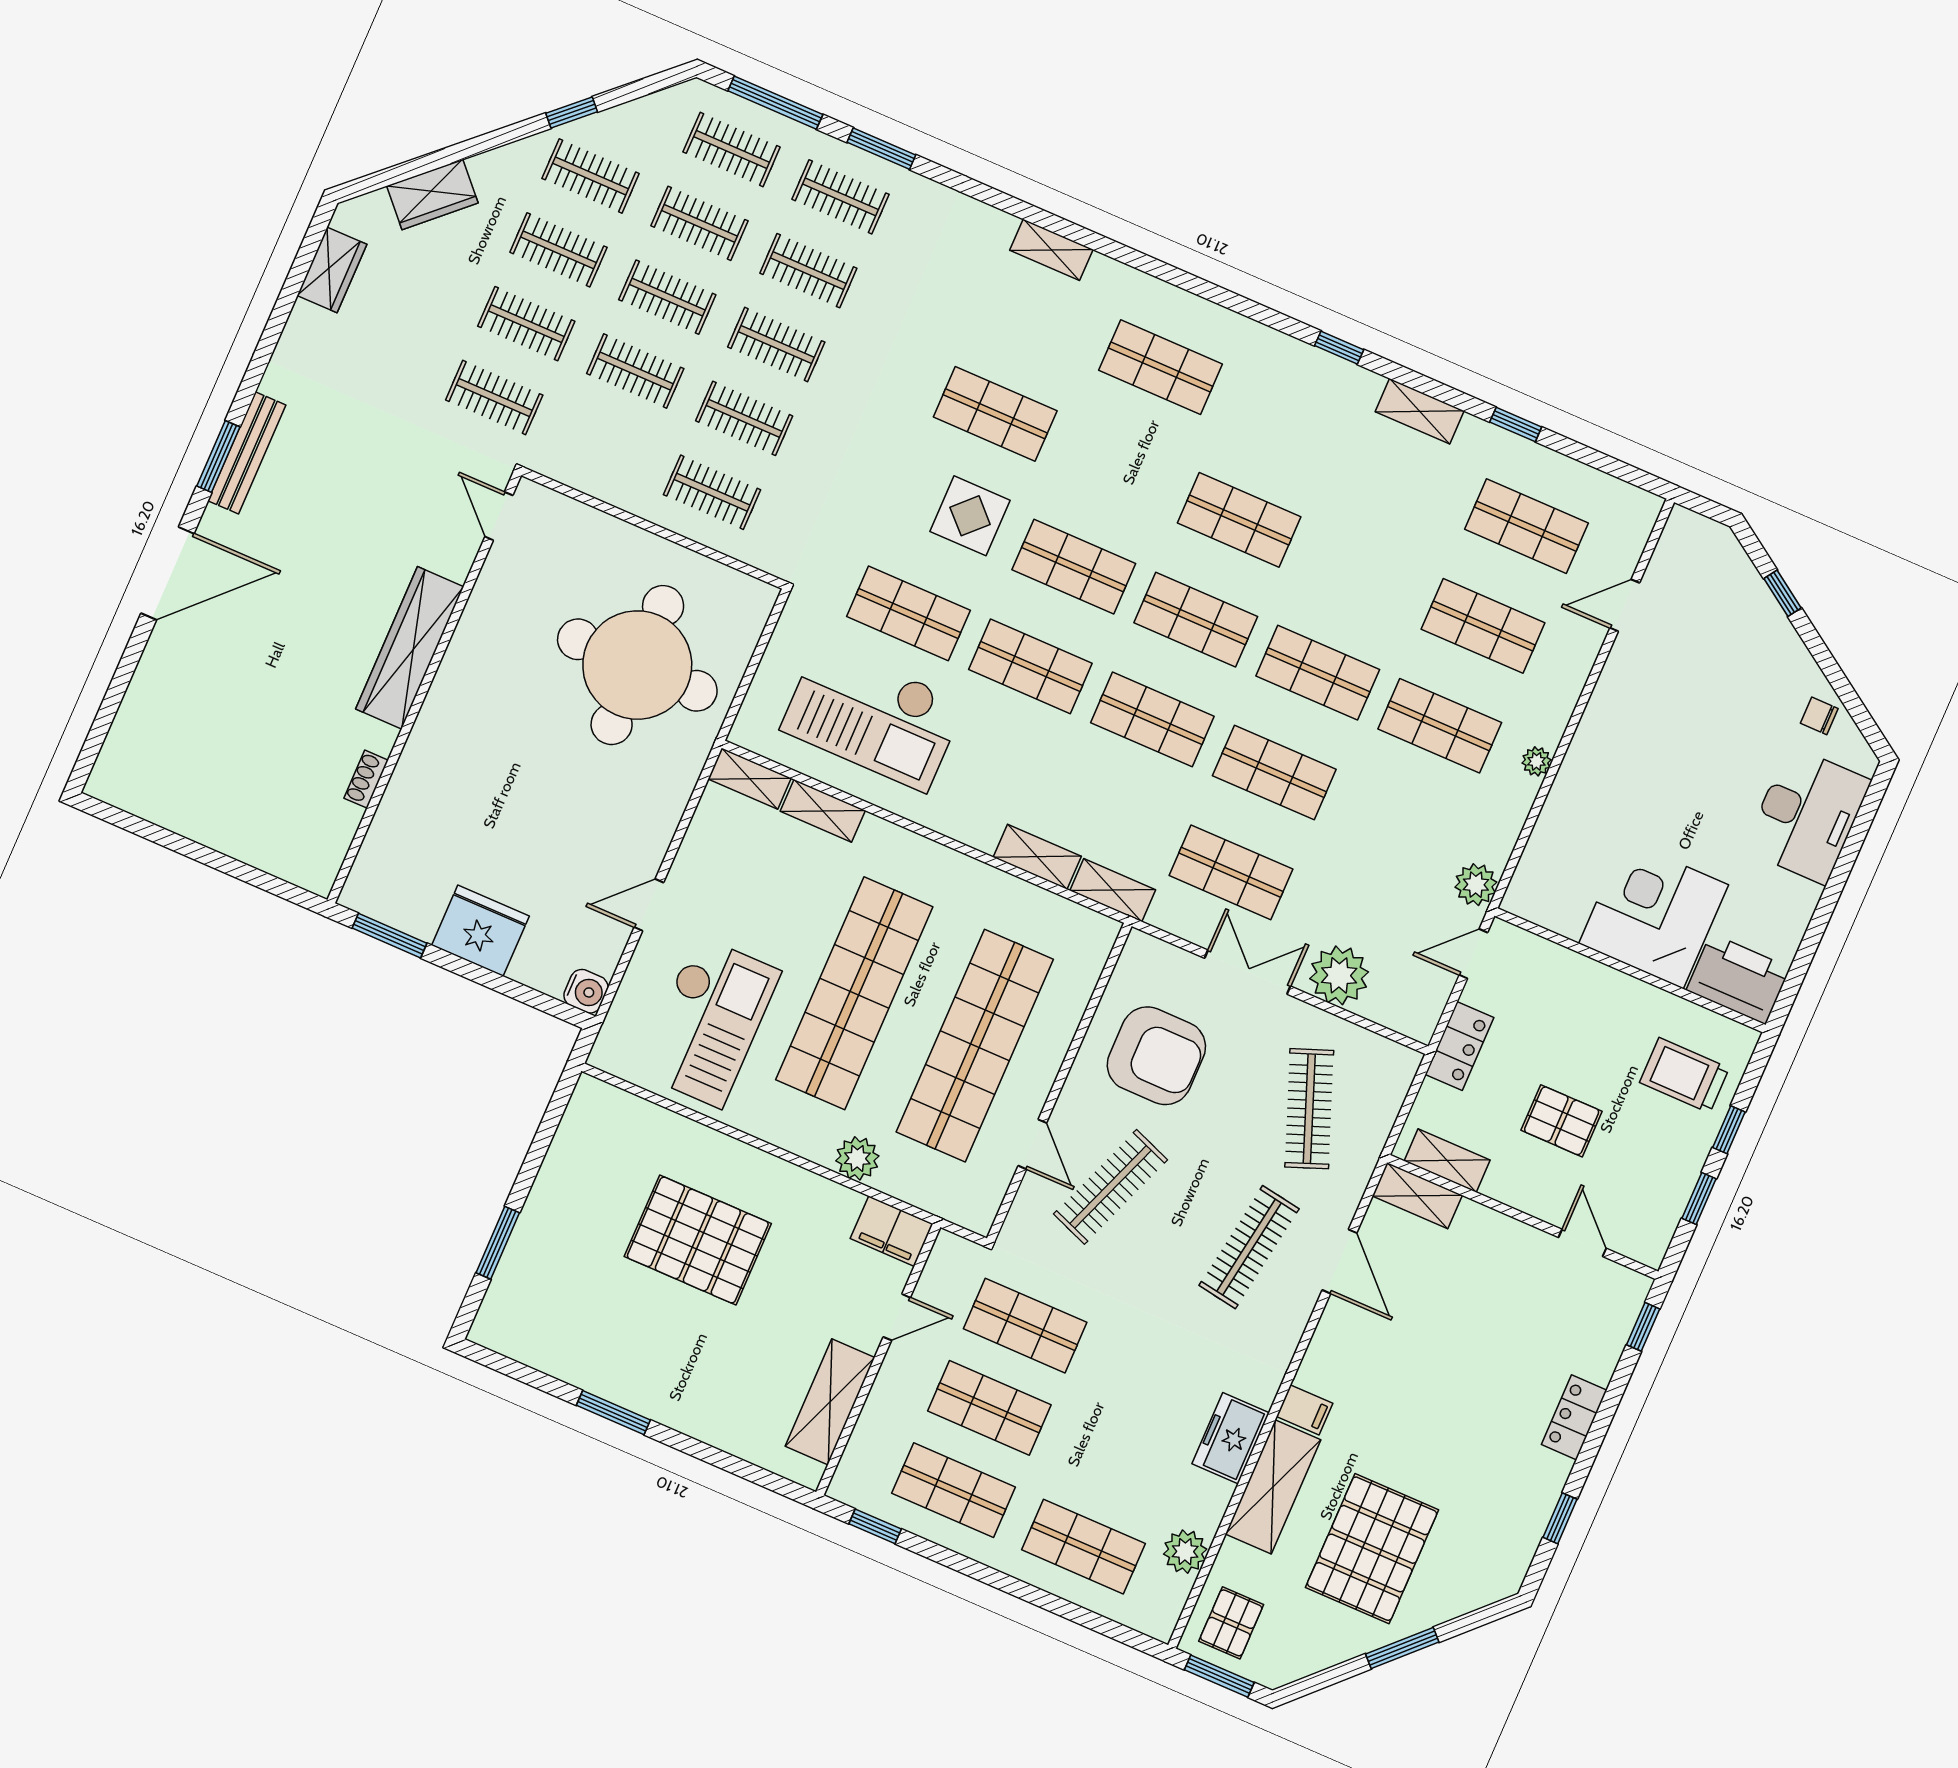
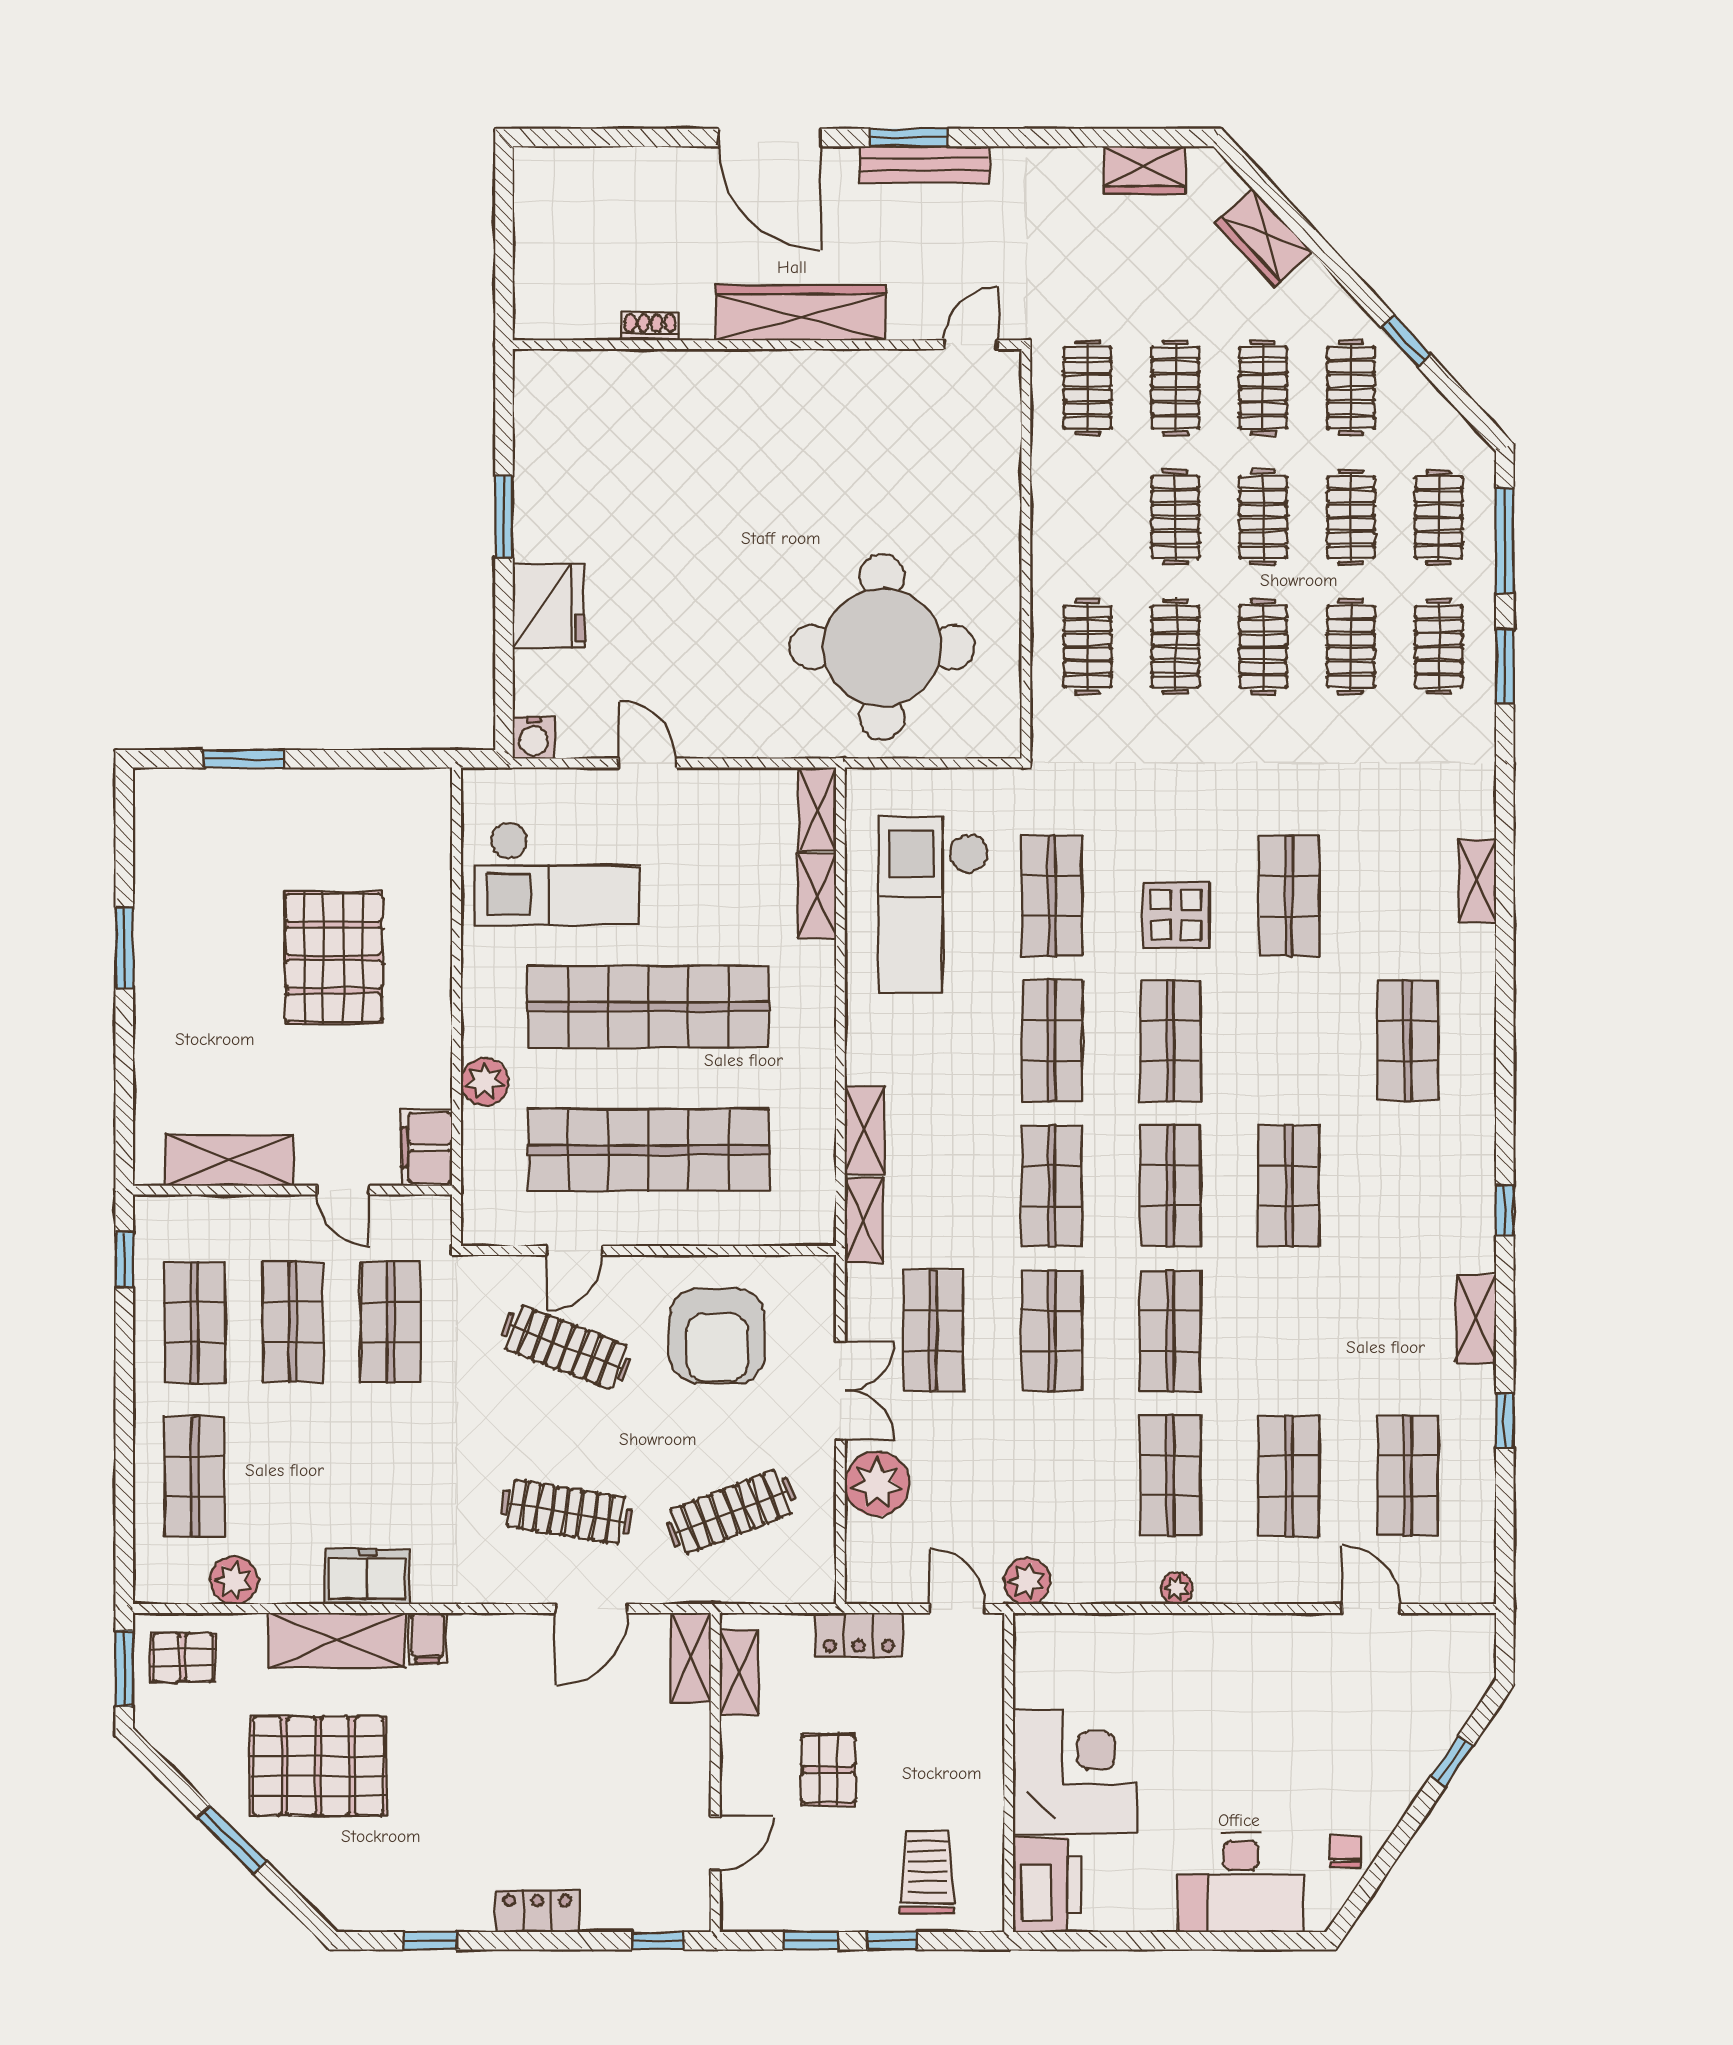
door: (499, 516) -> (971, 345), moved
wardrobe: (410, 648) -> (800, 313), moved
wall: (424, 688) -> (767, 345), moved
shoe rack: (366, 779) -> (650, 326), moved

